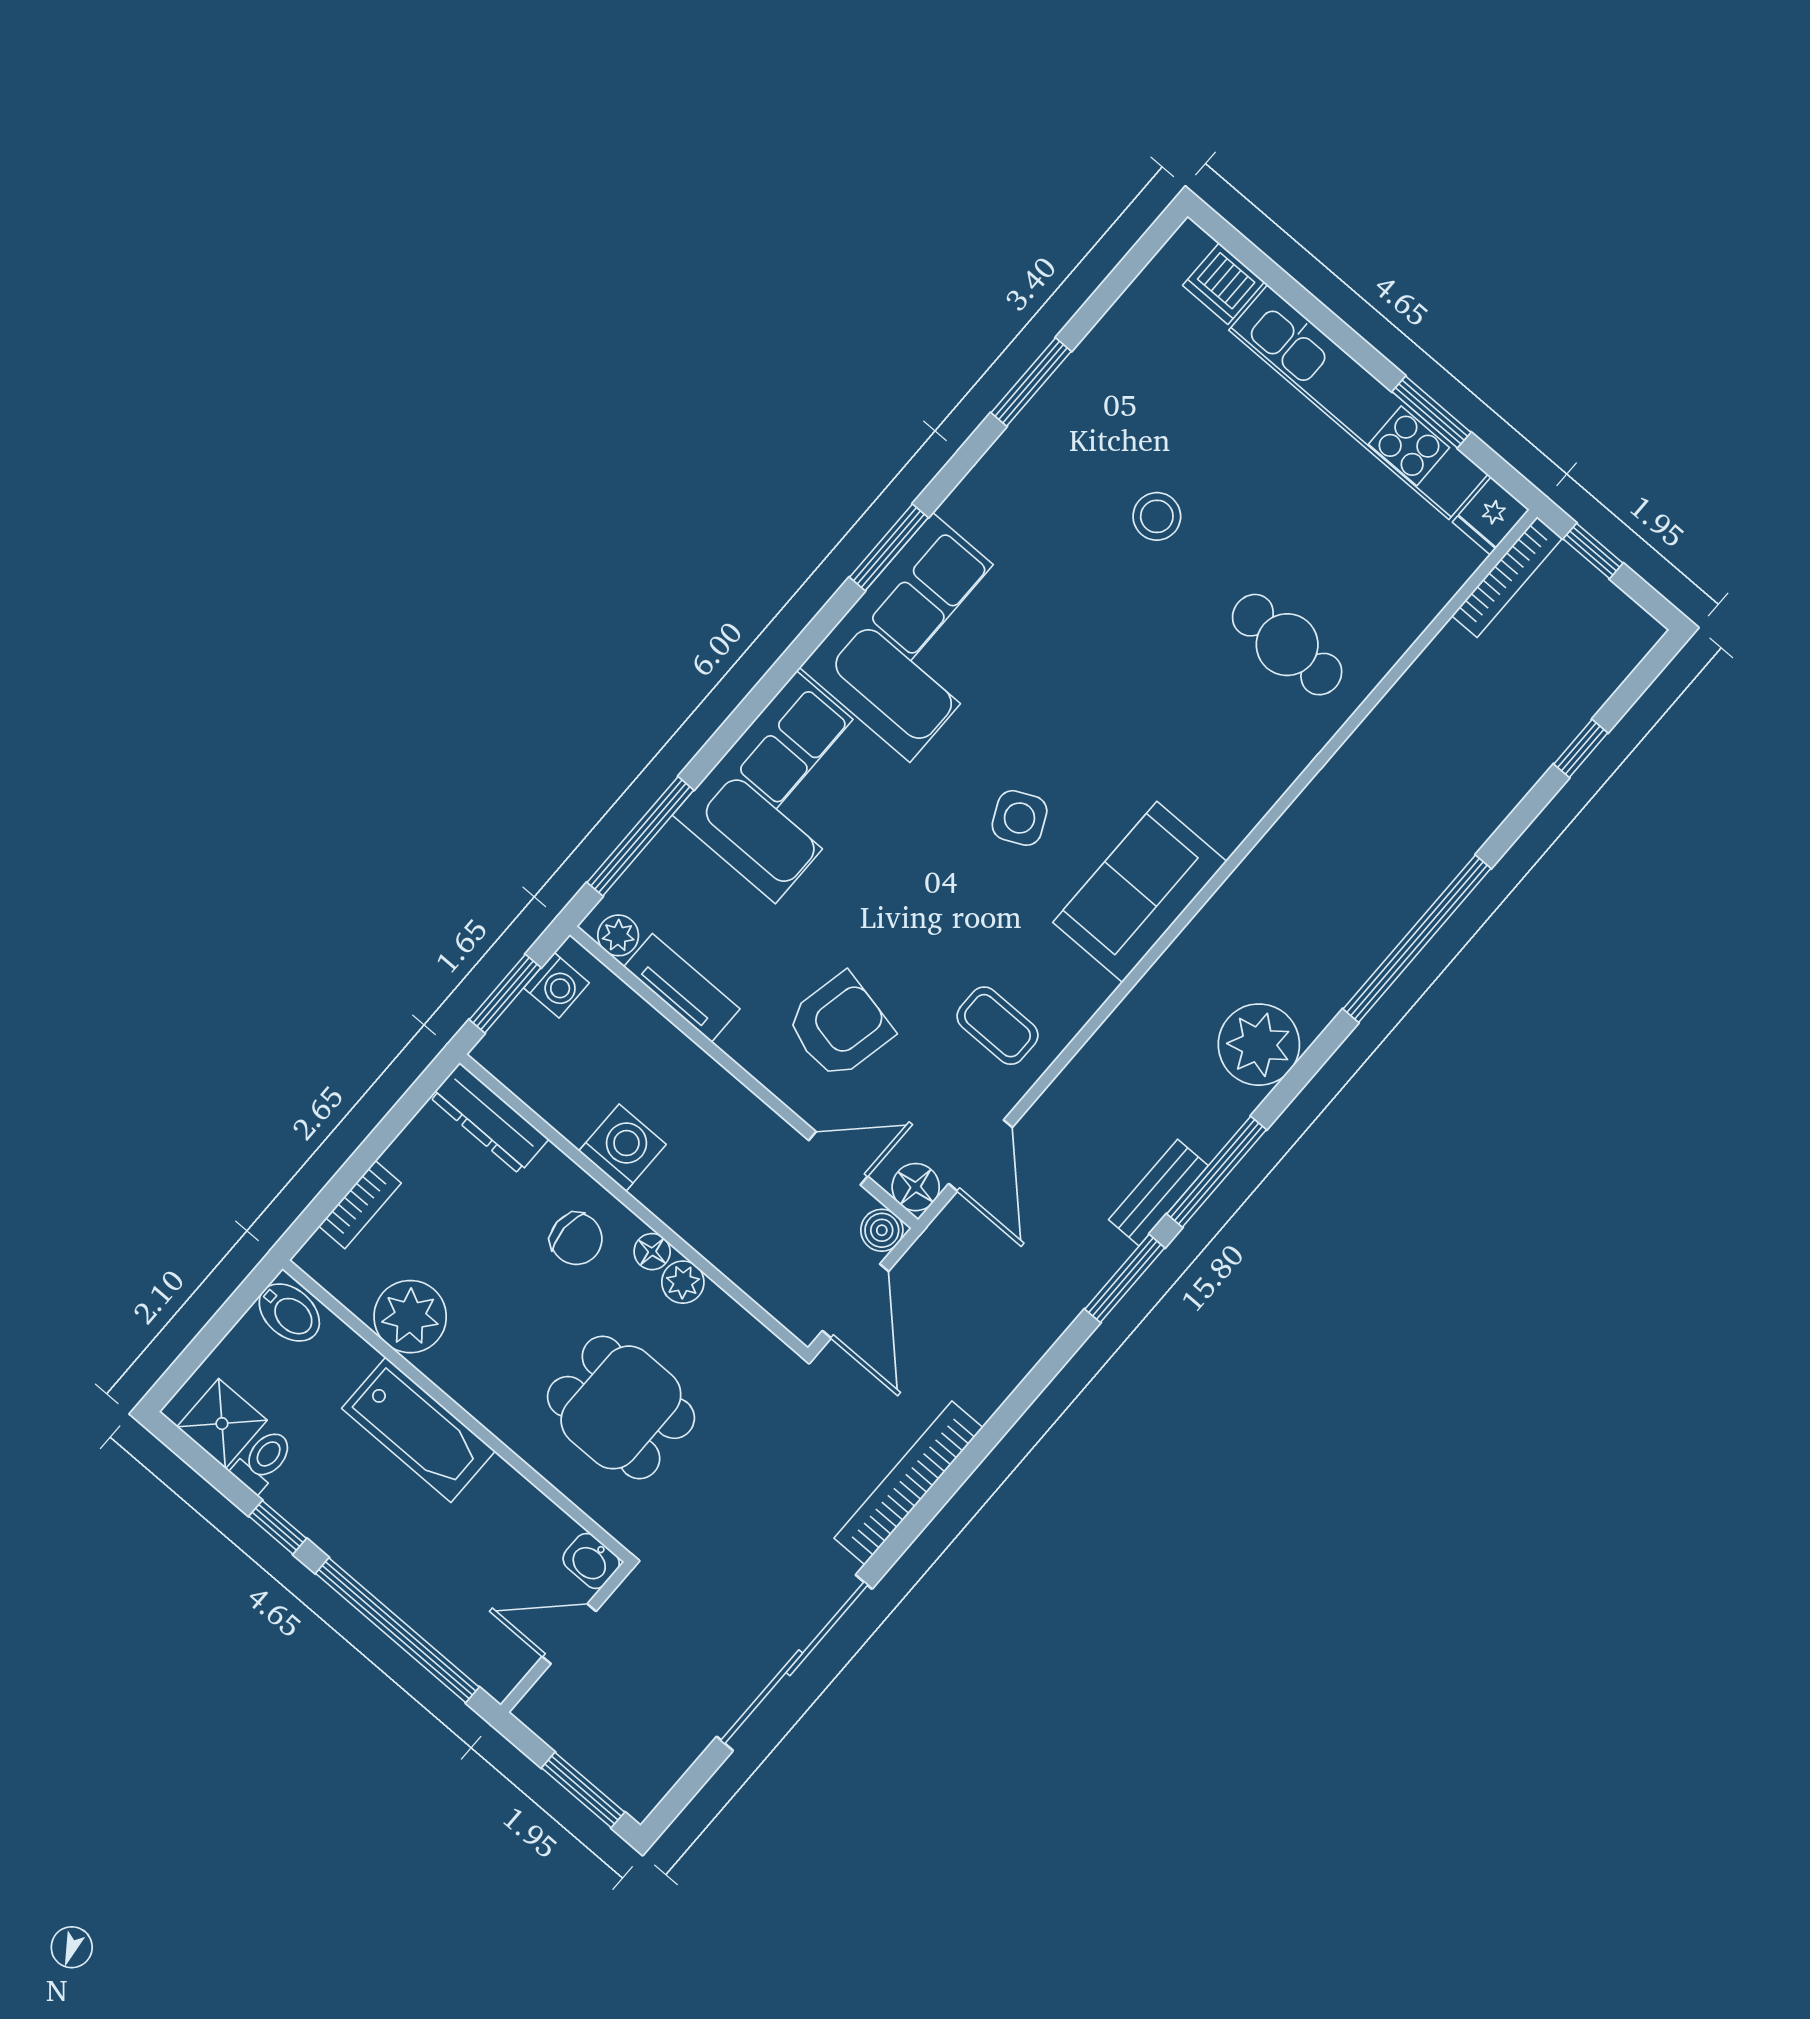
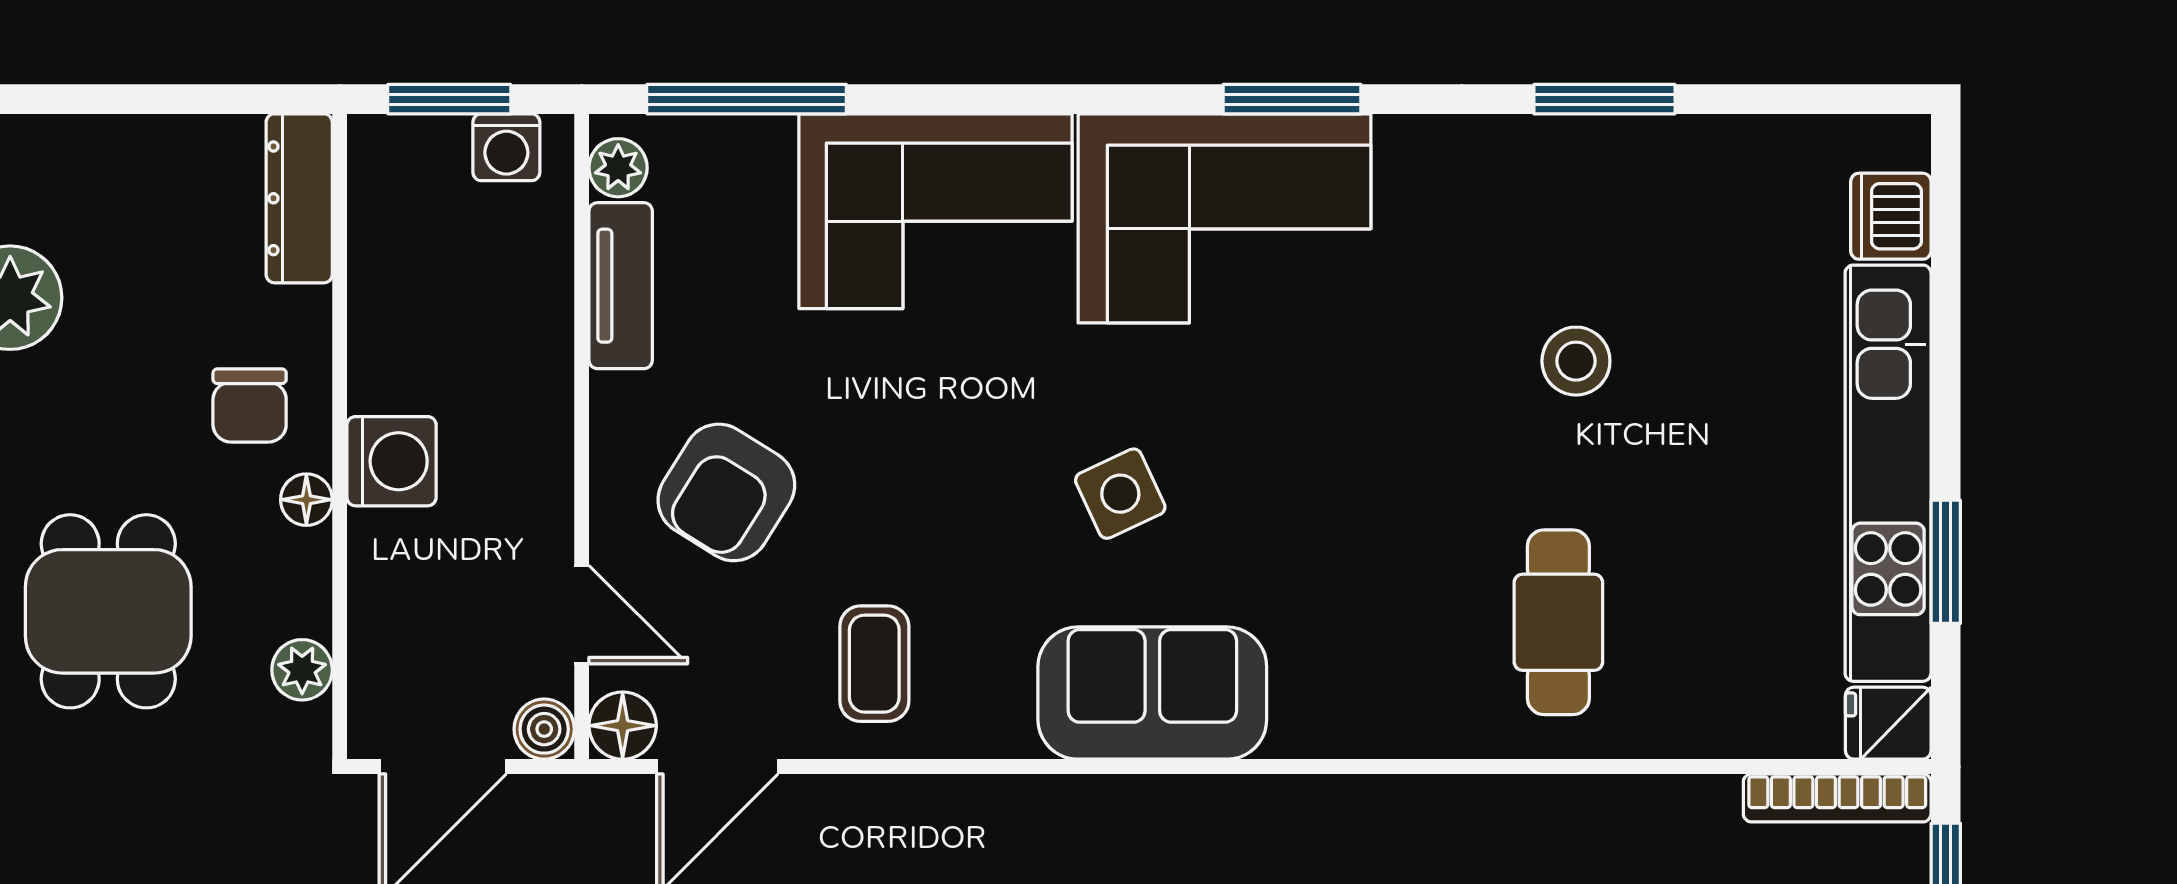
armchair: (840, 1026) -> (726, 492), turned 110
washing machine: (622, 1148) -> (392, 461), moved
bookcase: (360, 1205) -> (85, 139), removed
plant: (683, 1282) -> (302, 670), moved

